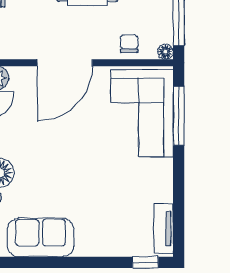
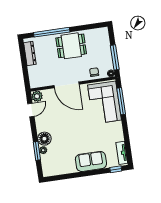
door: (65, 63) -> (67, 85), hinge flipped
sofa: (41, 238) -> (91, 161), moved

